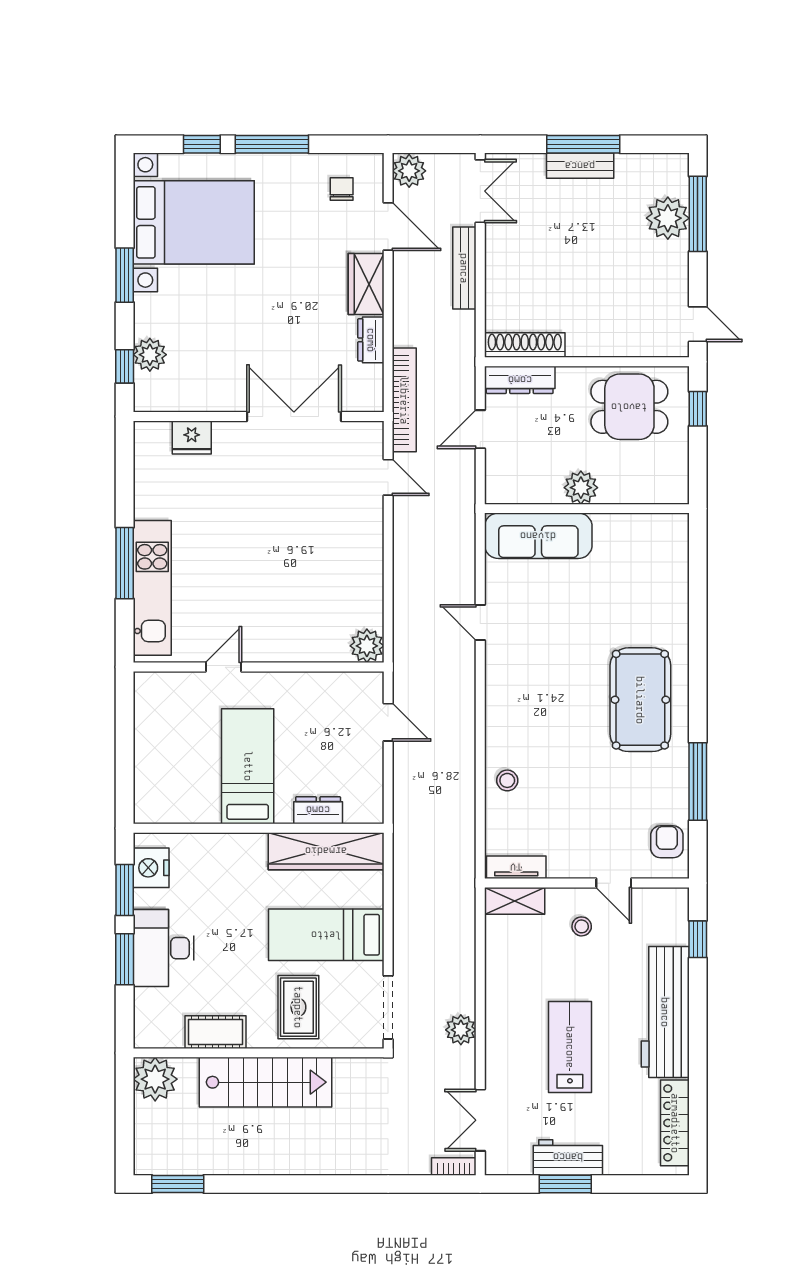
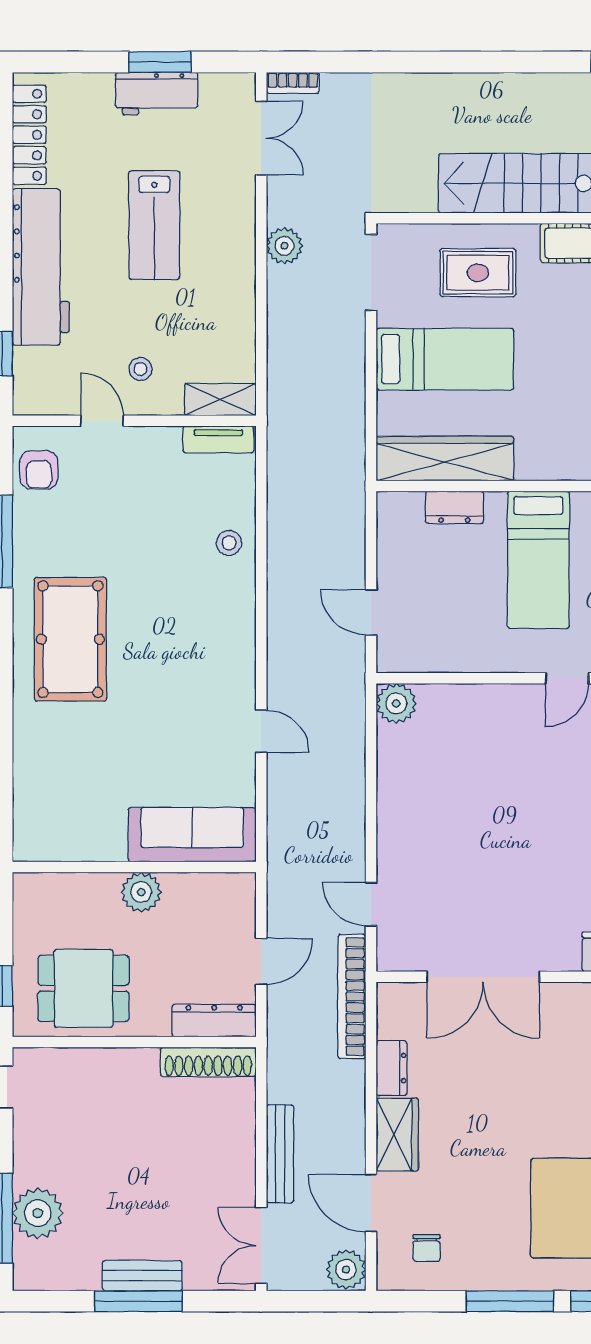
rug: (298, 1007) -> (478, 273), turned 90

